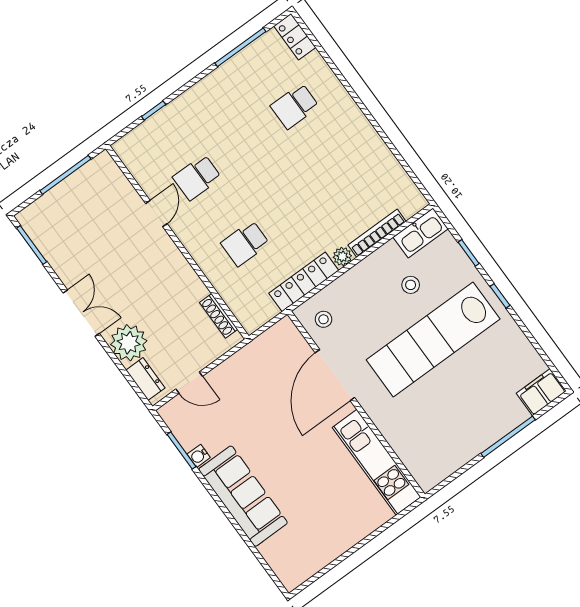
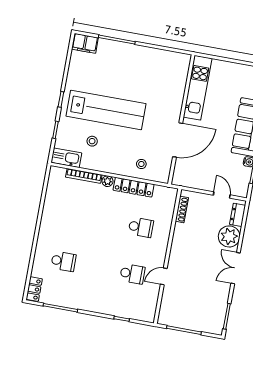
door: (335, 375) -> (178, 140), moved
wall: (356, 404) -> (181, 119), moved
kitchen unit: (377, 462) -> (198, 88), moved

